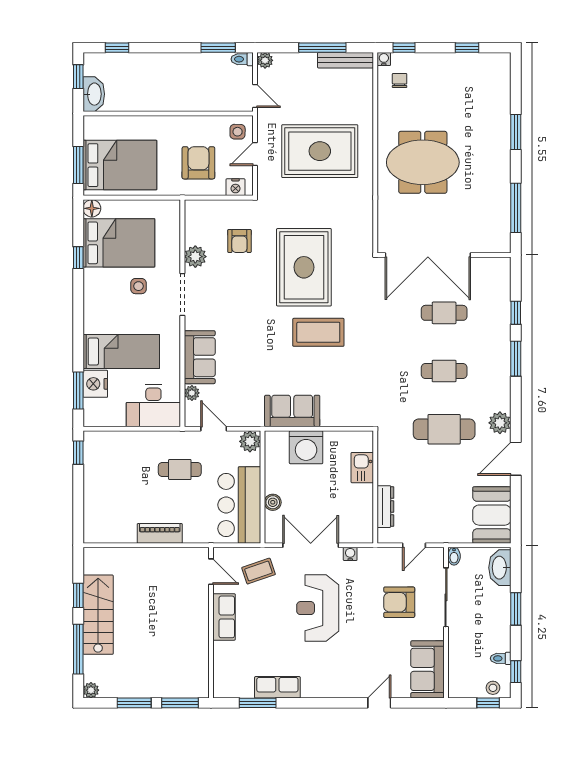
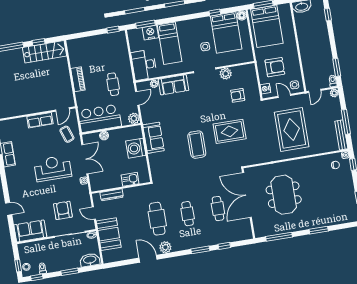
meeting table: (423, 162) -> (284, 195), moved
rug: (304, 267) -> (230, 131), width x0.73, depth x0.69
booth: (492, 515) -> (109, 234), moved, turned 90
stairs: (98, 615) -> (45, 52), moved

